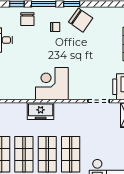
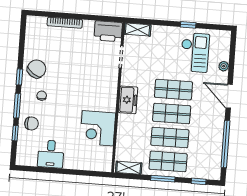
corner desk: (52, 84) -> (98, 128), moved
freezer: (41, 111) -> (128, 100), moved

